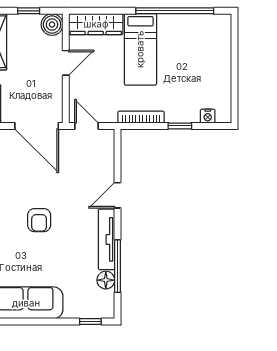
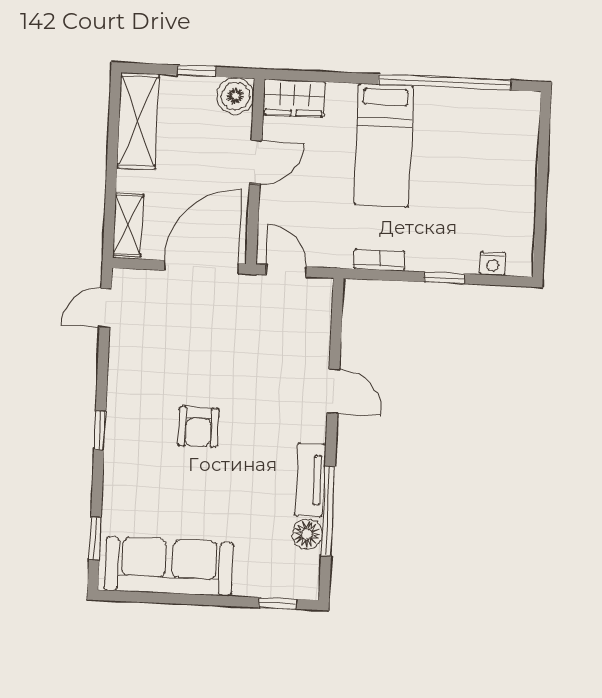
wardrobe: (96, 24) -> (294, 98), width x0.67
bookcase: (141, 117) -> (379, 260), width x0.64
door: (37, 126) -> (201, 267), swing flipped
door: (118, 195) -> (333, 391), swing flipped
tv unit: (106, 239) -> (311, 480), width x0.71

